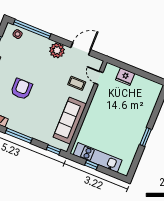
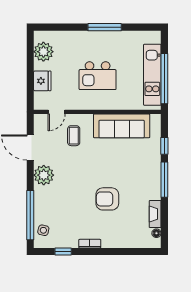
plant: (146, 86) -> (43, 52), added
kitchen island: (113, 118) -> (98, 76), added
window: (146, 137) -> (105, 27), width x1.44
window: (54, 150) -> (164, 146), moved
window: (91, 165) -> (164, 79), width x3.17

